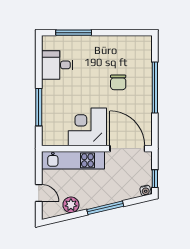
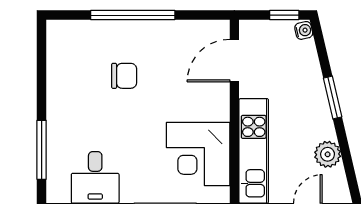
corner desk: (87, 127) -> (198, 154), moved
door: (127, 149) -> (234, 61), width x0.73
window: (105, 208) -> (333, 97), width x0.69

